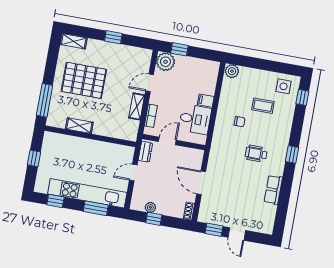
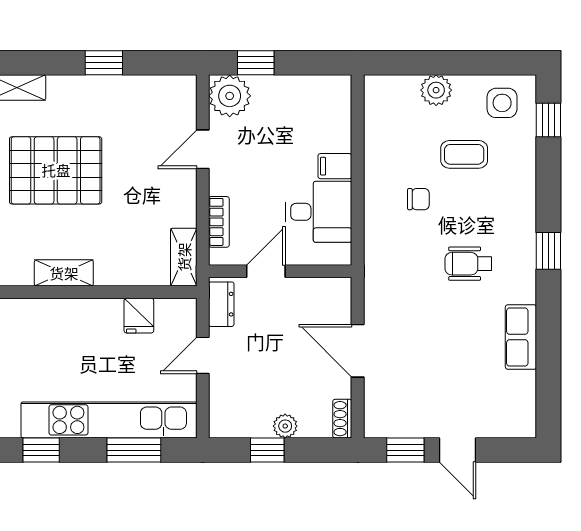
plant: (232, 71) -> (436, 90), moved
shelving: (137, 106) -> (184, 257), moved
fridge: (109, 150) -> (139, 316), added
plant: (150, 207) -> (285, 426), moved

